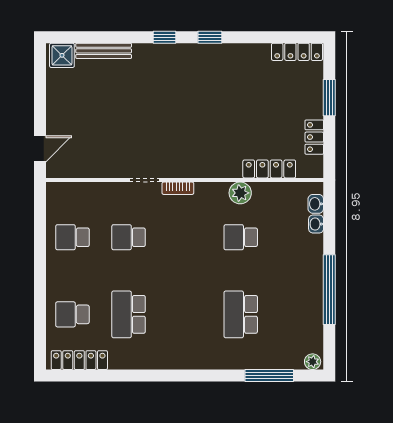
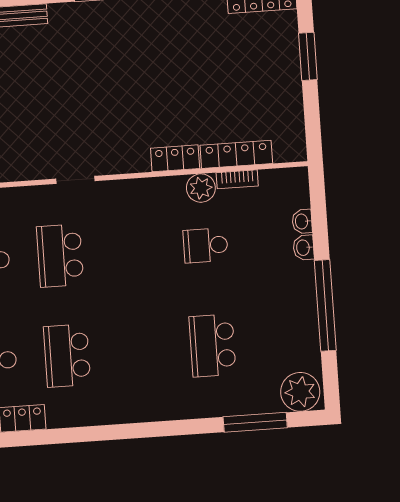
locker: (314, 137) -> (175, 158), moved, turned 90
bookcase: (178, 188) -> (237, 179), moved
washbasin: (316, 204) -> (304, 248), moved
school desk: (129, 237) -> (60, 256), width x1.85
plant: (313, 362) -> (300, 392), width x1.87, depth x1.87

